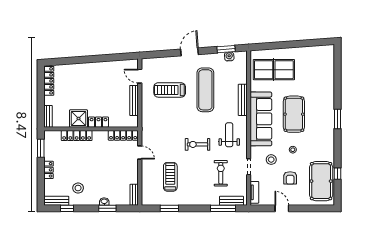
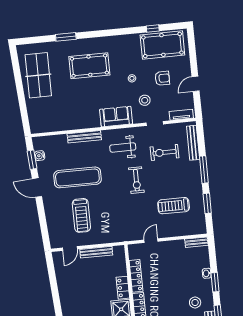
door: (189, 52) -> (37, 188), moved
table tennis table: (274, 70) -> (38, 75), moved
pool table: (294, 114) -> (89, 66), moved
sofa: (261, 119) -> (116, 117), width x0.54, depth x0.79
window: (337, 119) -> (66, 37), moved
locker: (123, 135) -> (136, 276), moved
bench: (231, 201) -> (193, 143), width x1.36
window: (107, 208) -> (215, 282), moved
window: (223, 208) -> (204, 170), moved

